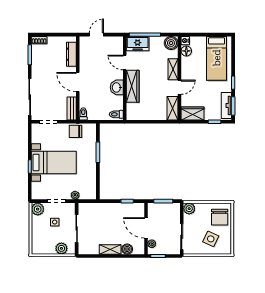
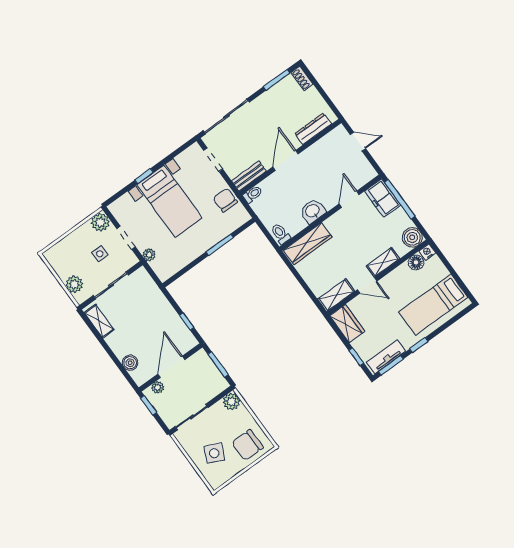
wardrobe: (133, 86) -> (308, 244), moved
shelving: (110, 249) -> (99, 321), moved

